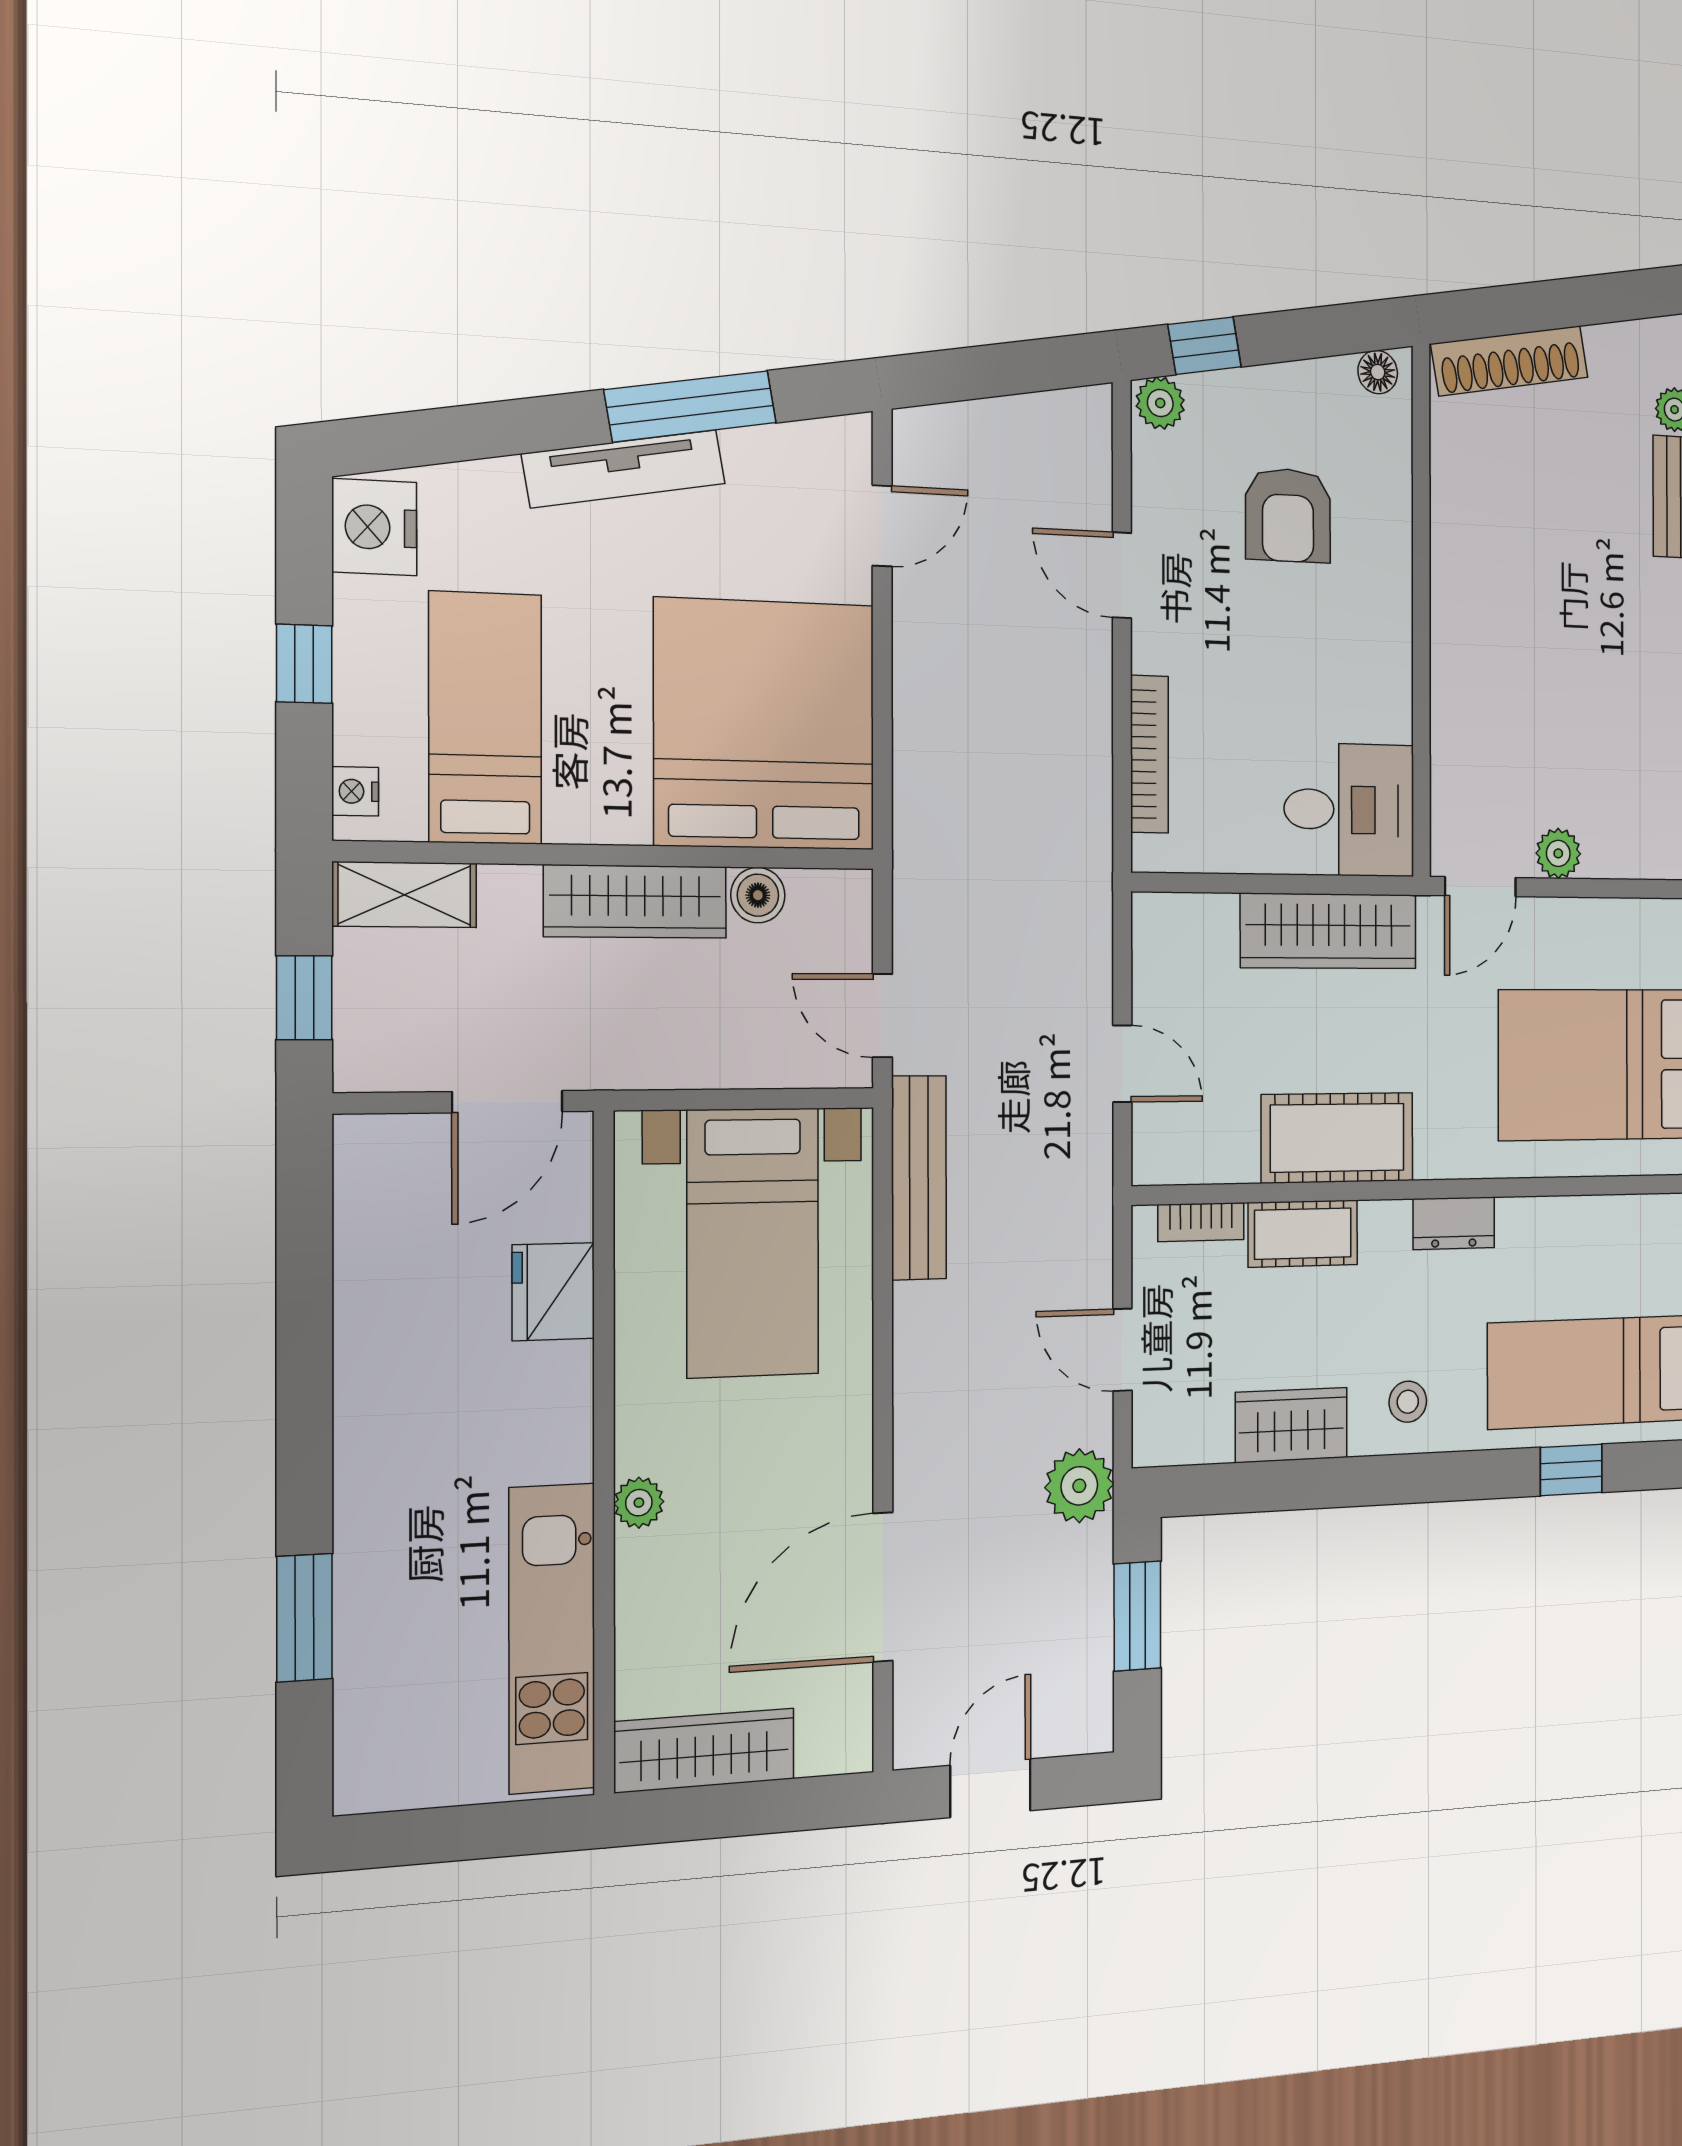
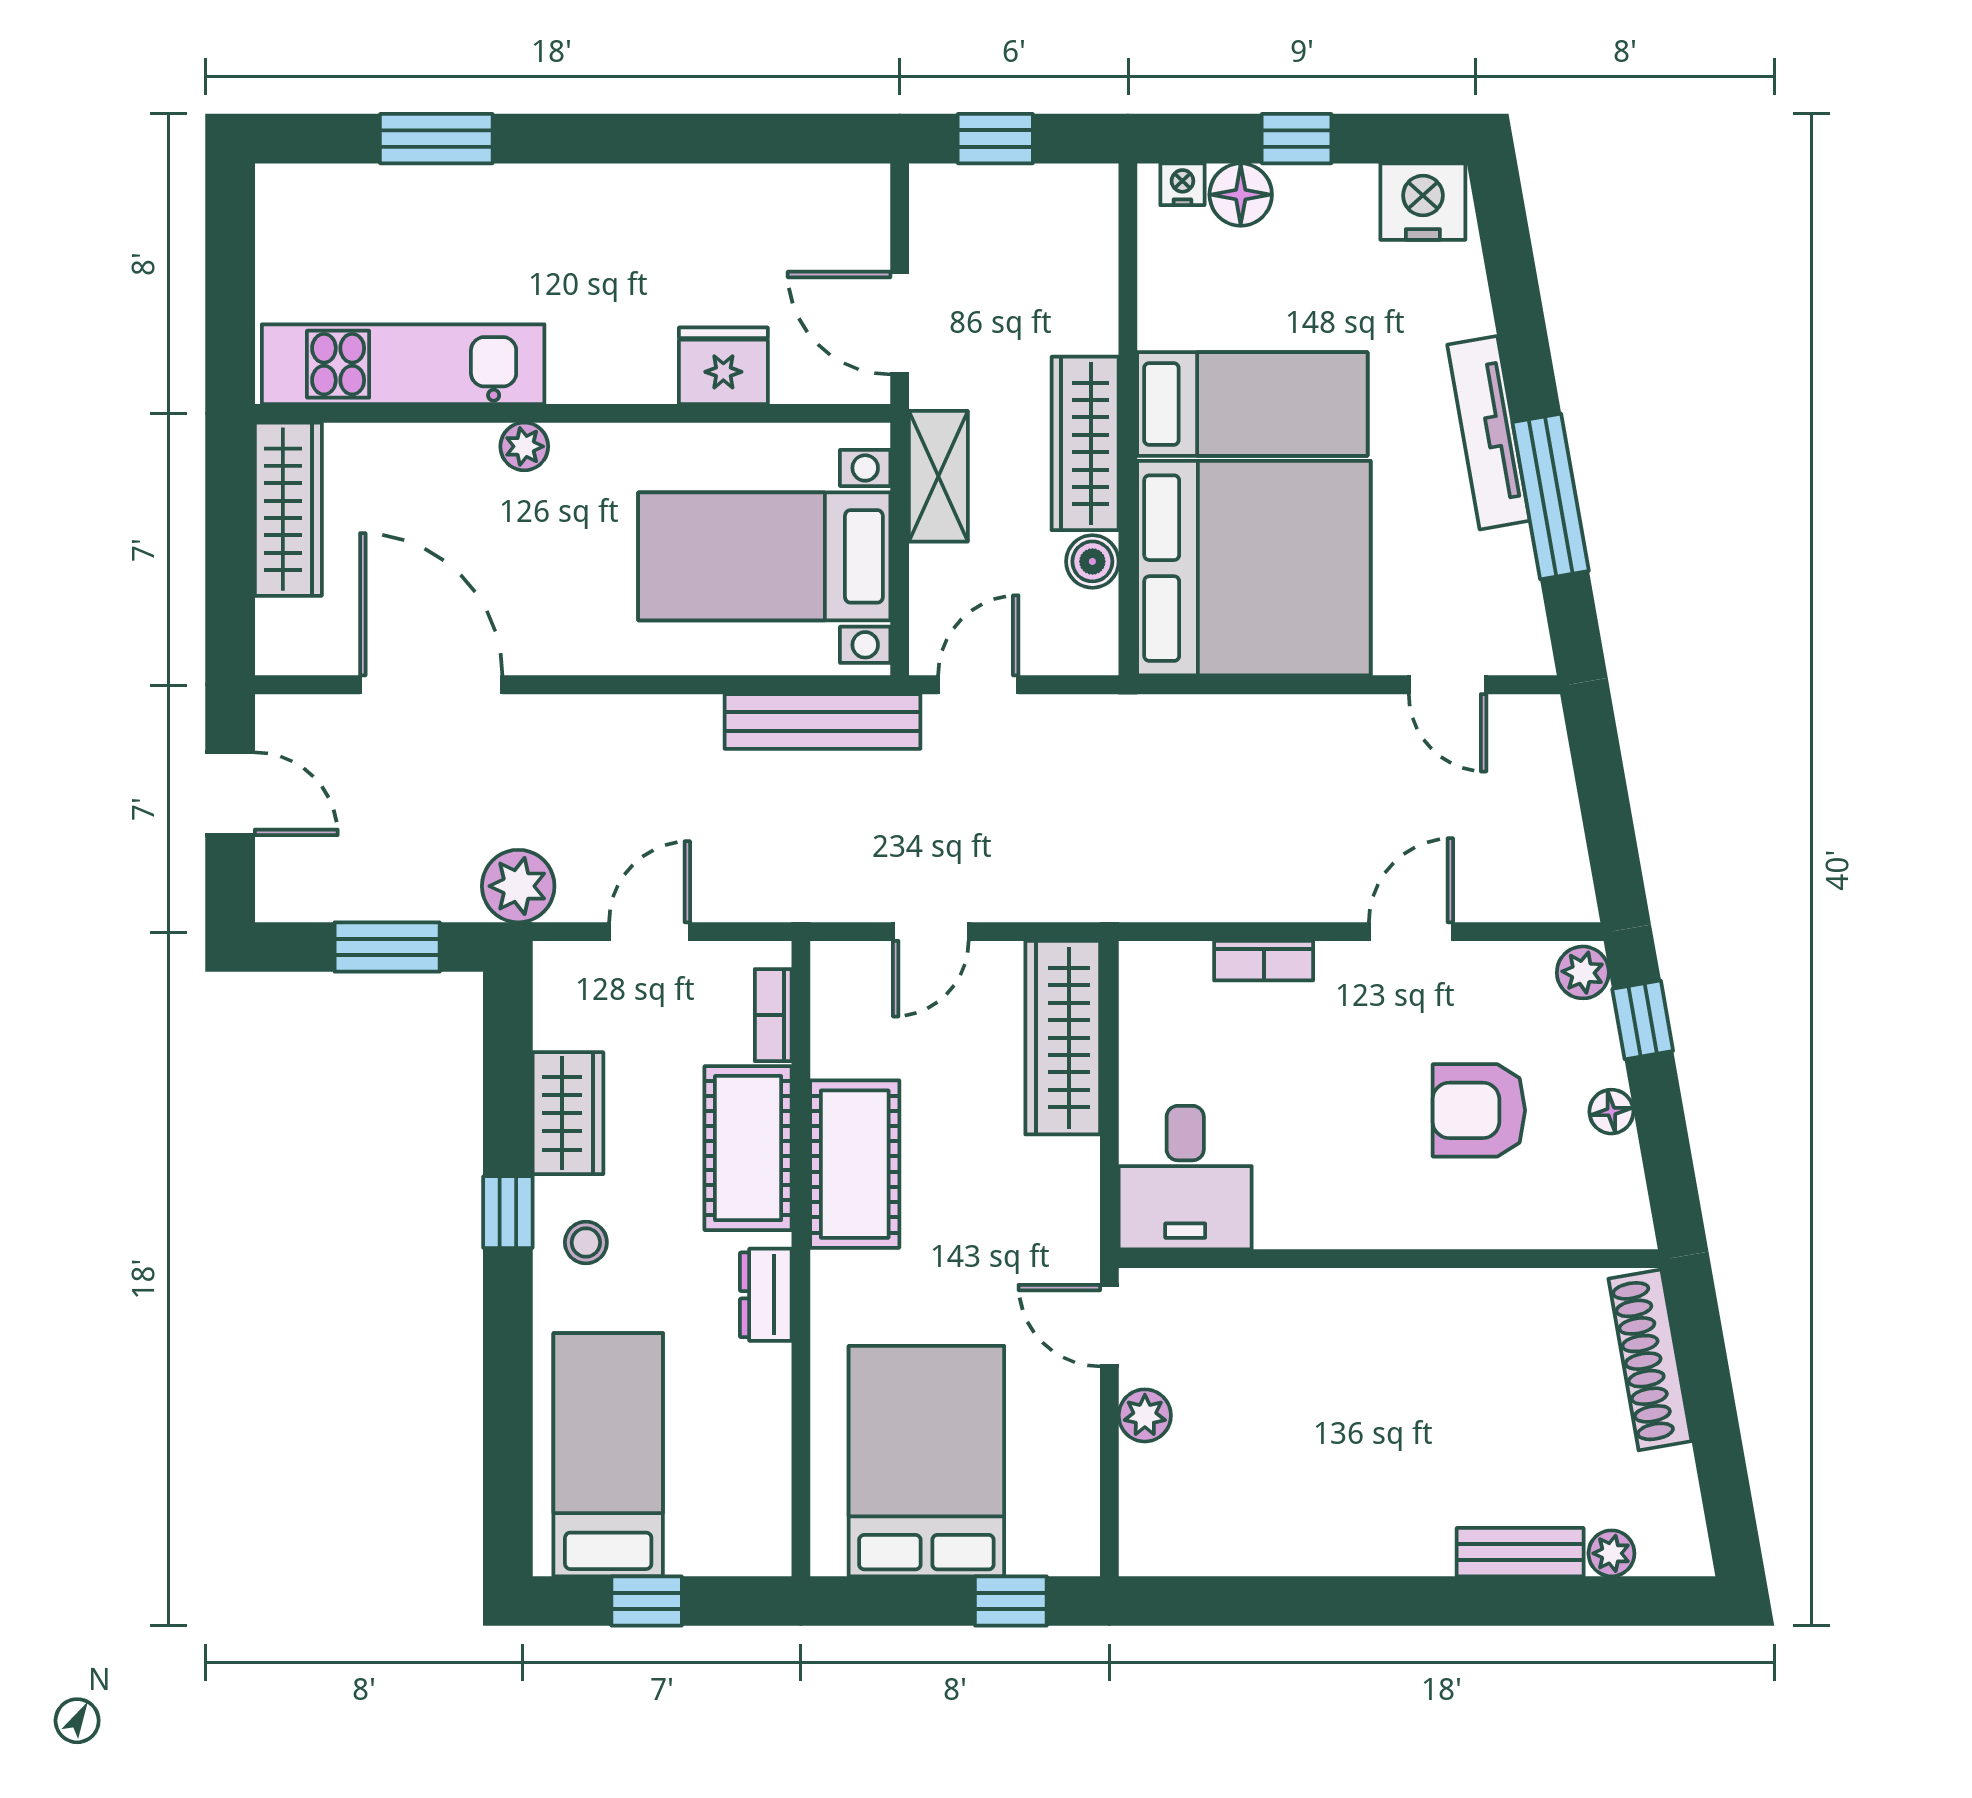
floor lamp: (1378, 372) -> (1611, 1112), moved
bed: (485, 718) -> (1252, 404), moved
floor lamp: (367, 727) -> (1241, 195), added
bookcase: (1149, 754) -> (1264, 961), width x0.64
shelving: (405, 895) -> (938, 476), moved
wardrobe: (1329, 931) -> (1063, 1038), moved
cot: (1303, 1234) -> (748, 1148), width x1.37, depth x1.34
window: (1571, 1470) -> (508, 1212), moved

